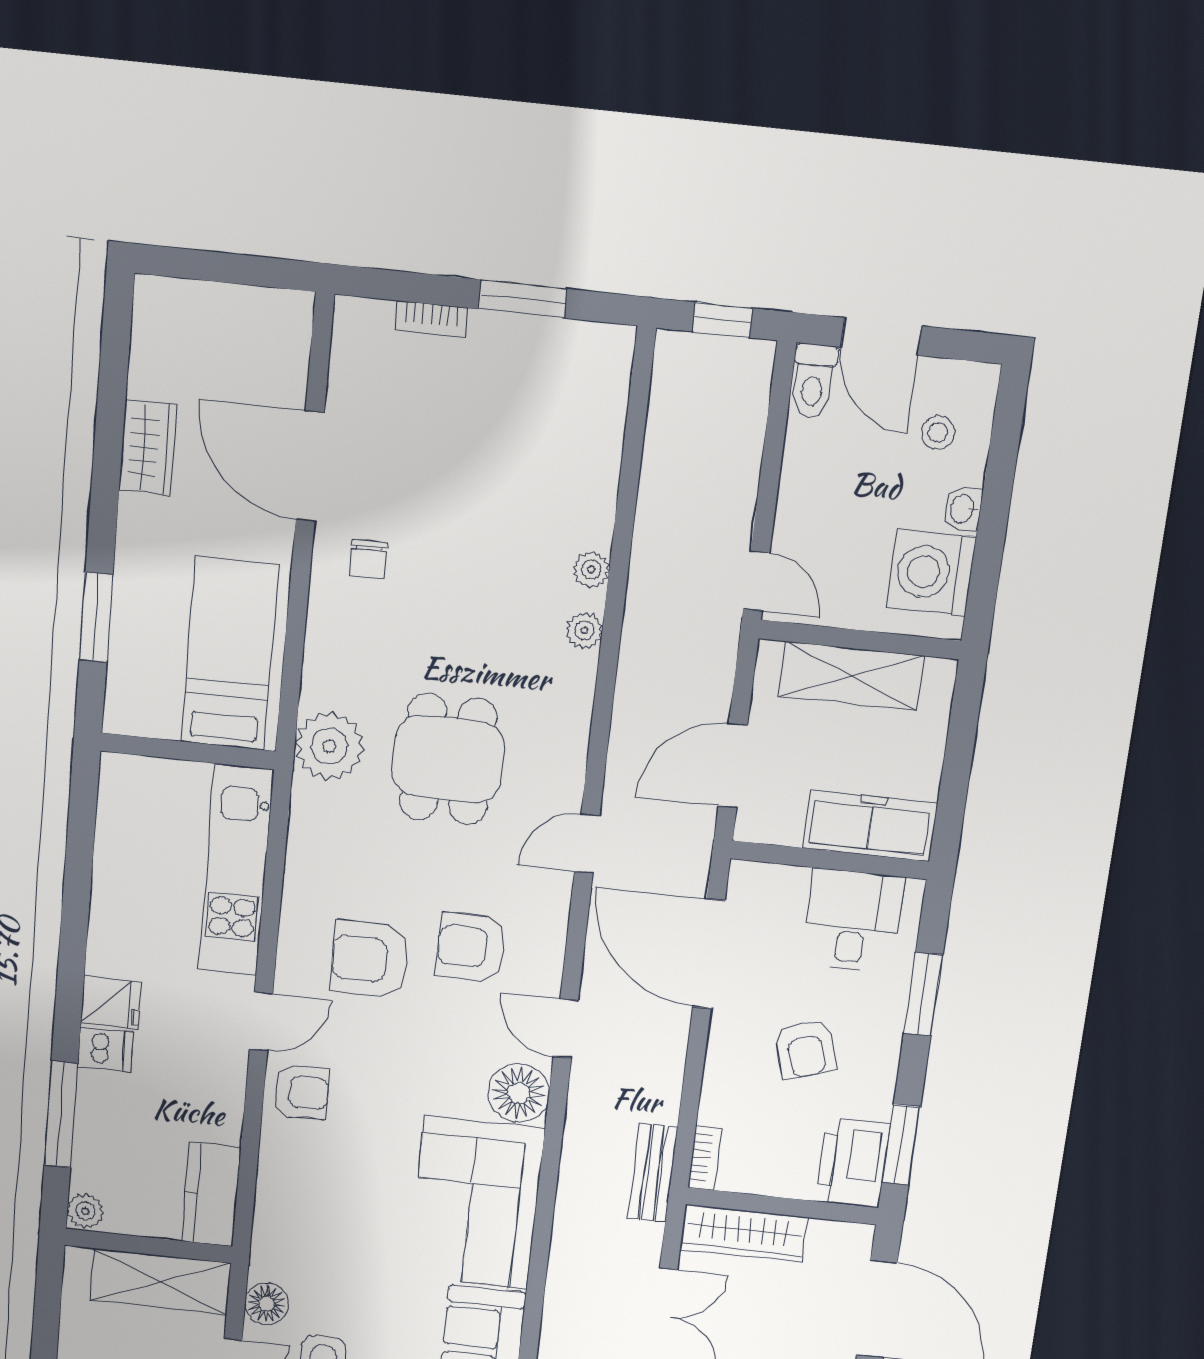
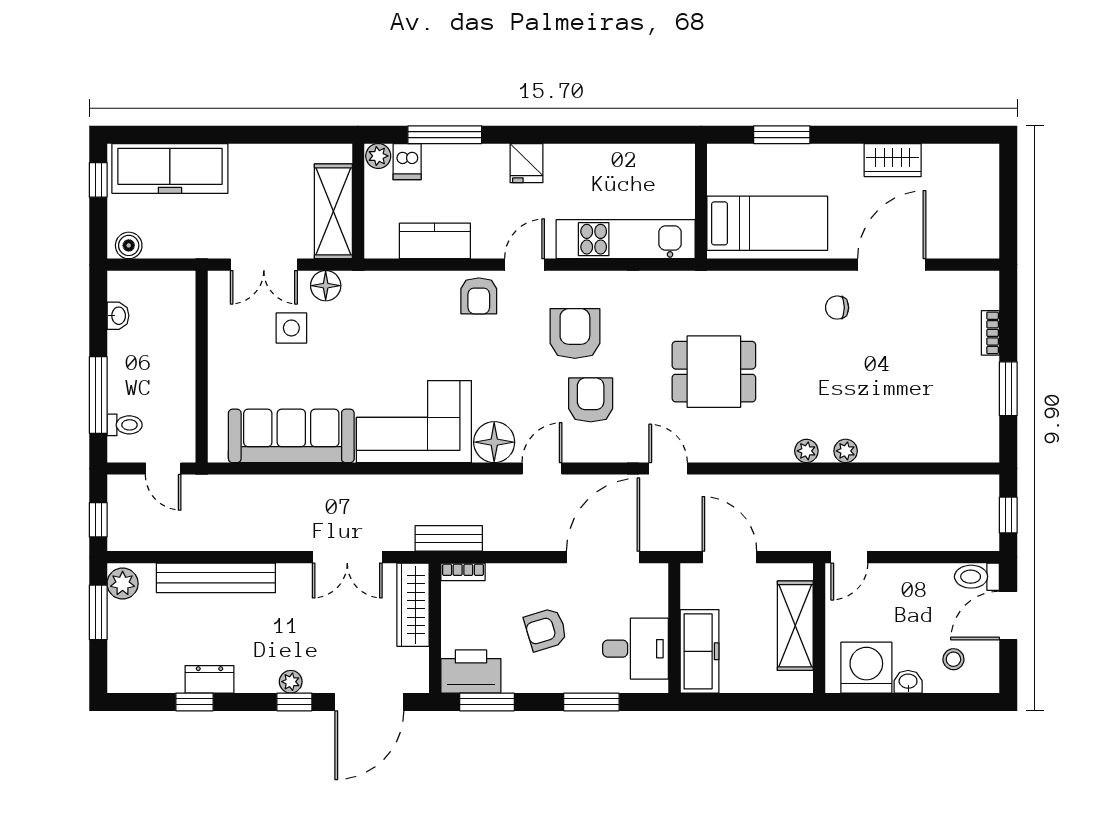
plant: (329, 746) -> (714, 293), removed
door: (261, 1021) -> (524, 265), swing flipped
dishwasher: (105, 1049) -> (407, 162), moved
kitchen counter: (211, 1195) -> (435, 241), moved

